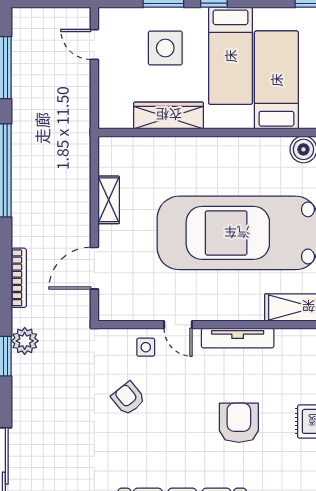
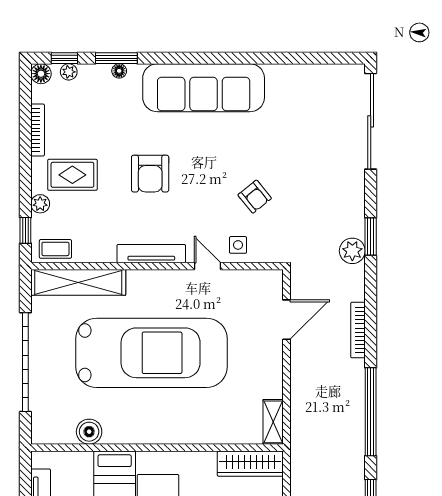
wardrobe: (169, 115) -> (250, 464), moved
shelving: (109, 200) -> (273, 422), moved
bookcase: (19, 278) -> (358, 330), moved

